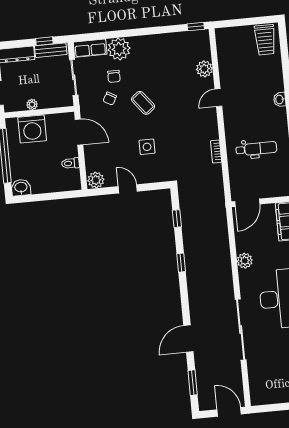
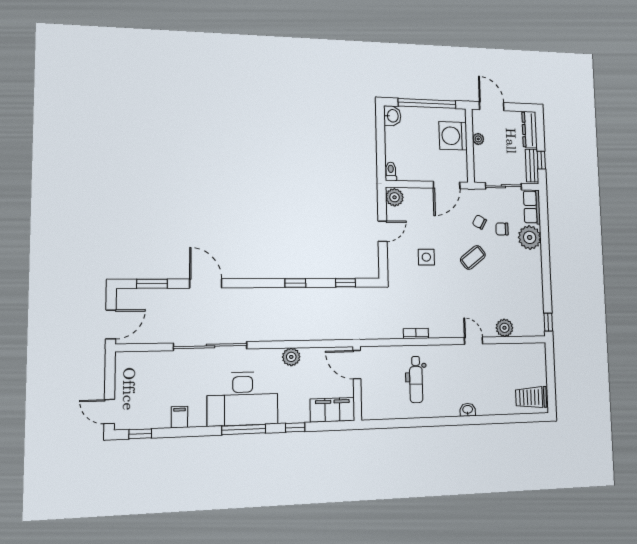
toilet: (70, 163) -> (391, 171), moved

